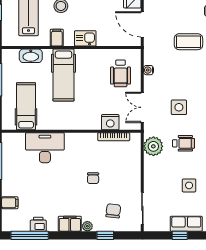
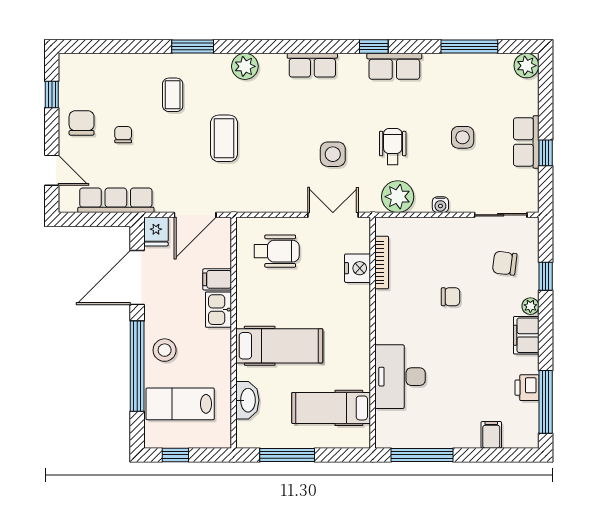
filing cabinet: (57, 38) -> (217, 279), moved
water cooler: (148, 70) -> (440, 205), moved
double door: (142, 107) -> (333, 215), swing flipped

